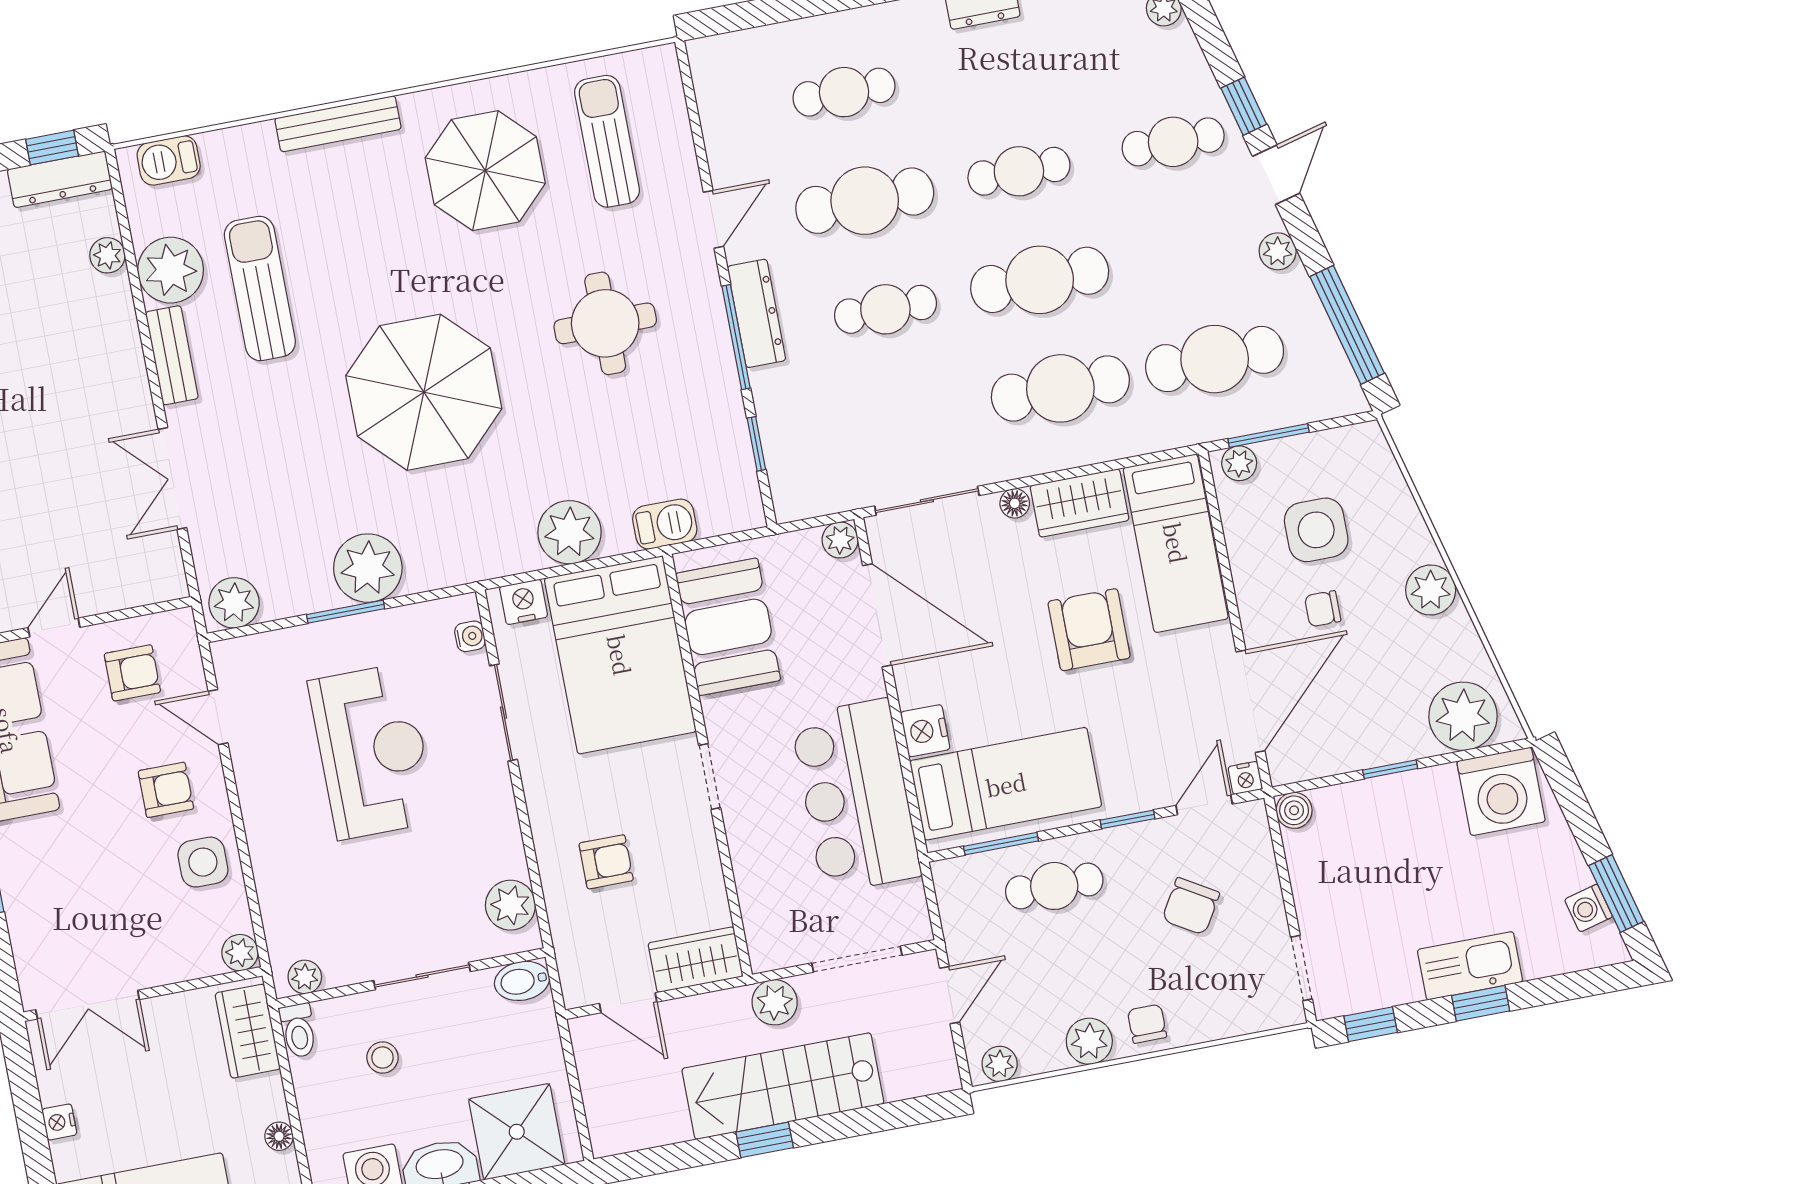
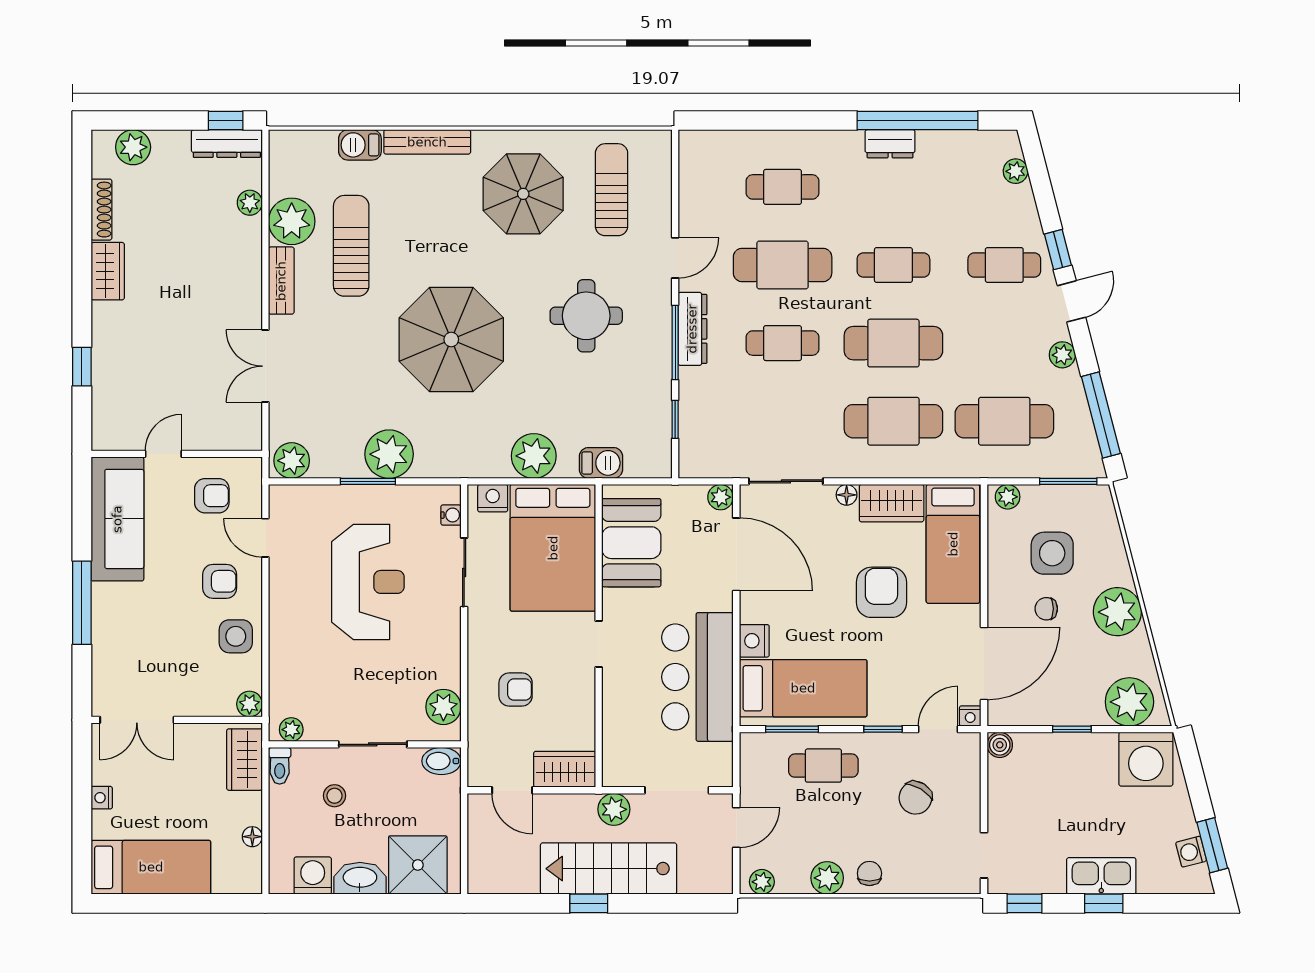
barbecue: (169, 160) -> (360, 145), moved
window: (1269, 436) -> (1068, 481), moved
plant: (1431, 590) -> (1117, 612), width x1.36, depth x1.36

